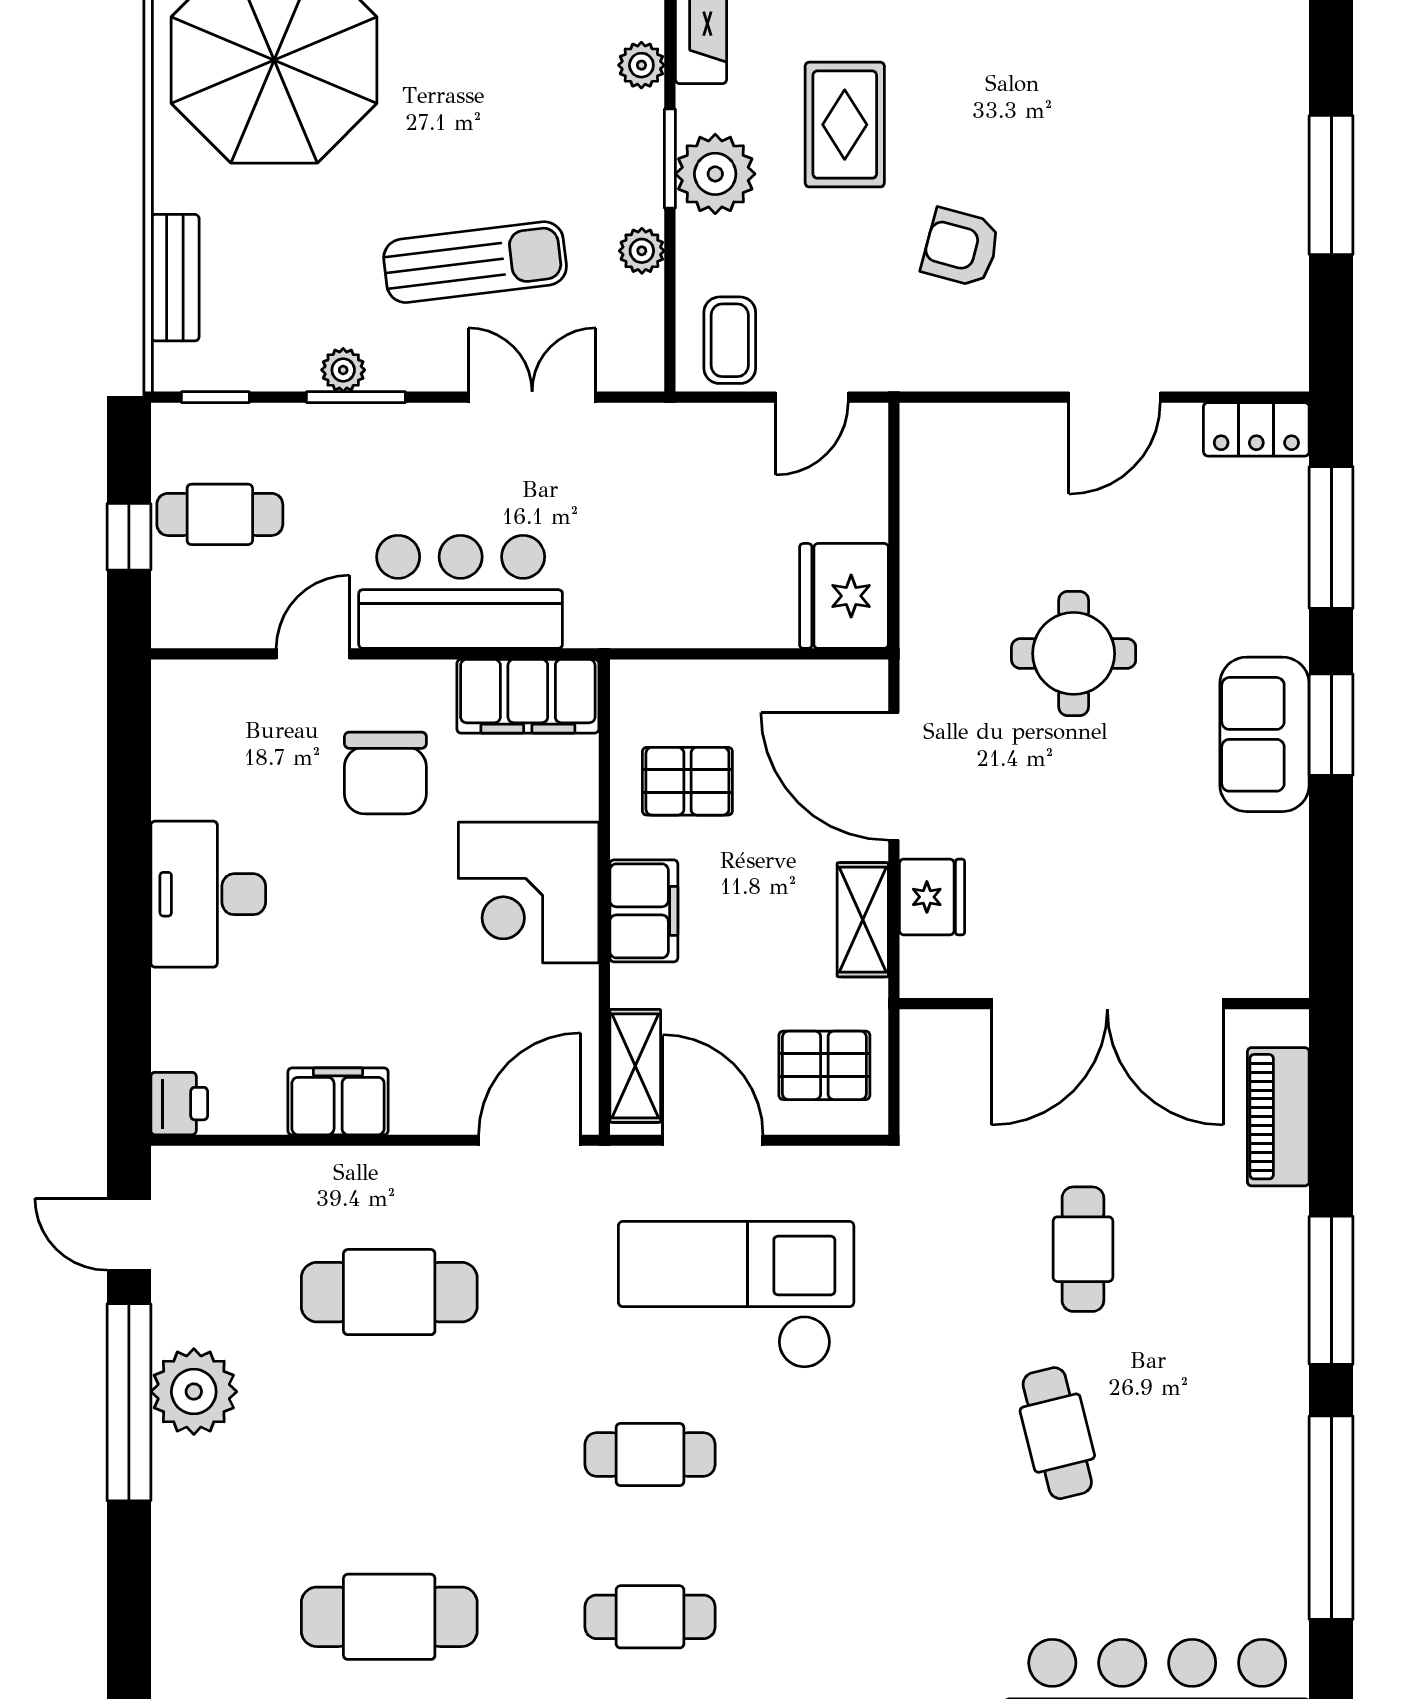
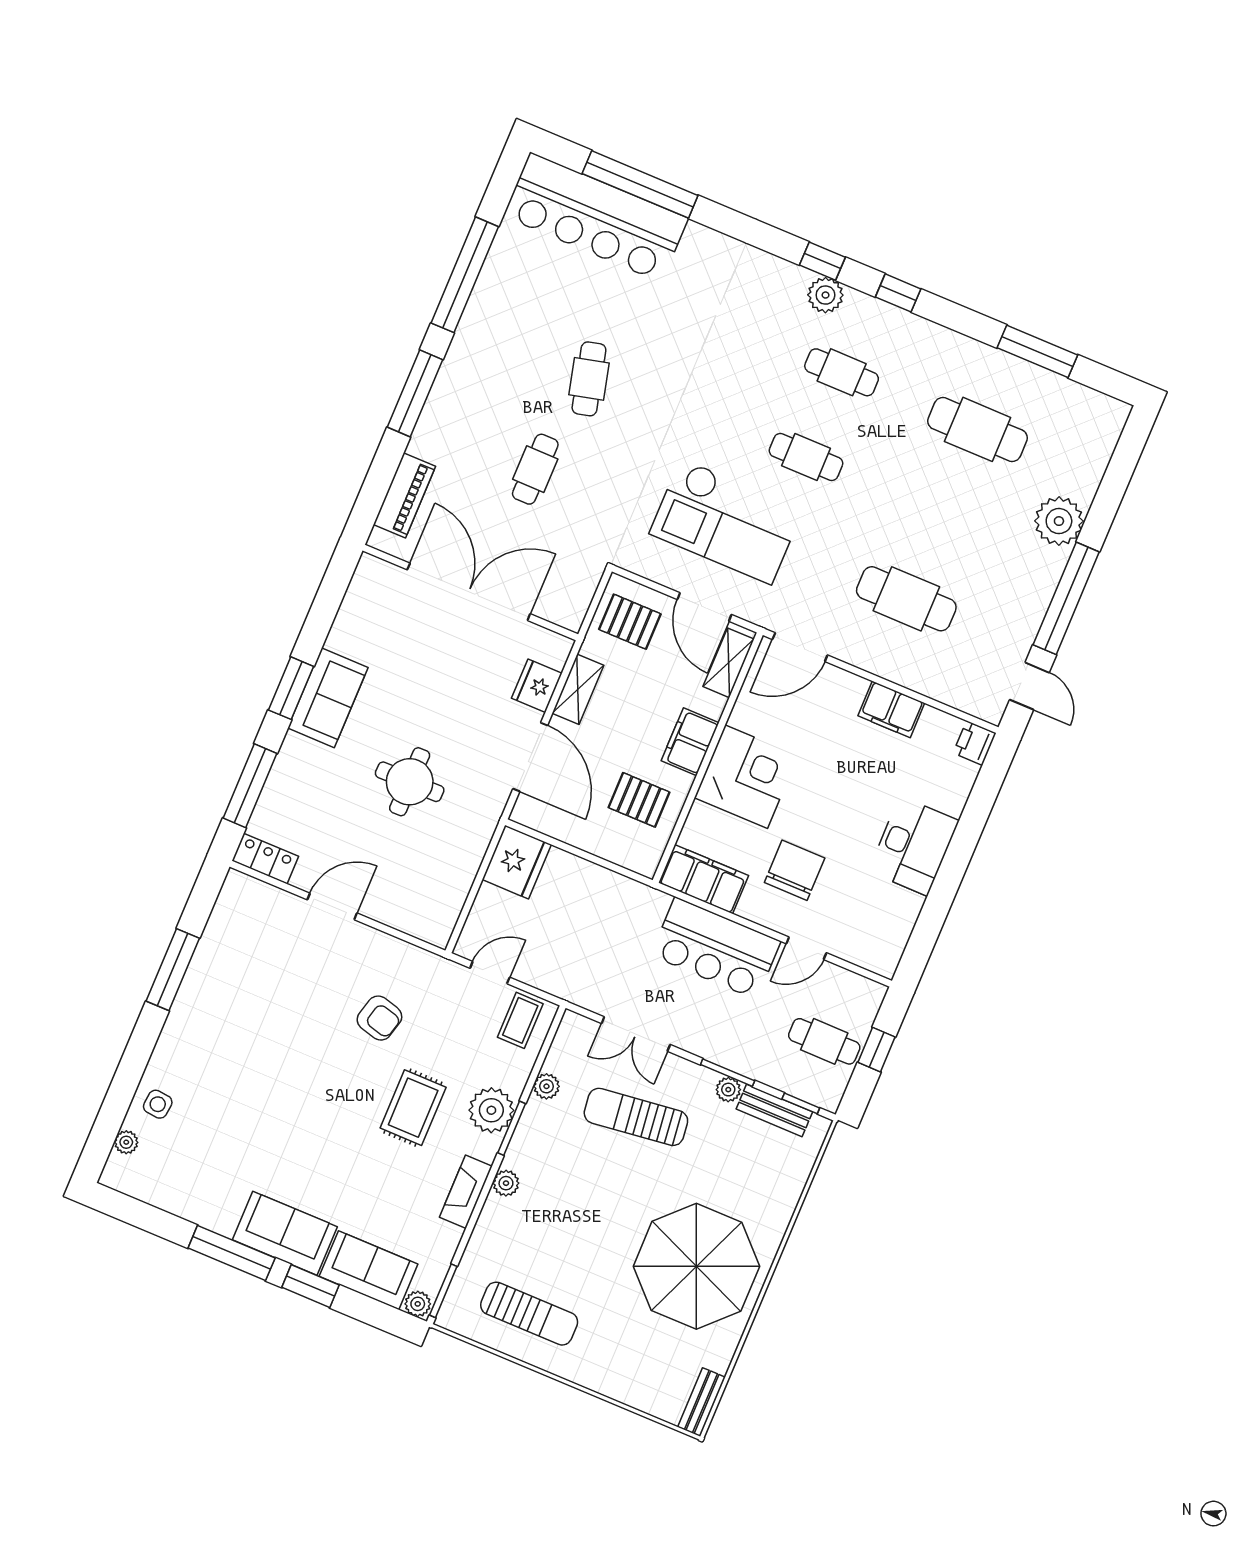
bench: (175, 278) -> (774, 1110), moved, turned 90
plant: (194, 1392) -> (1059, 521), moved

